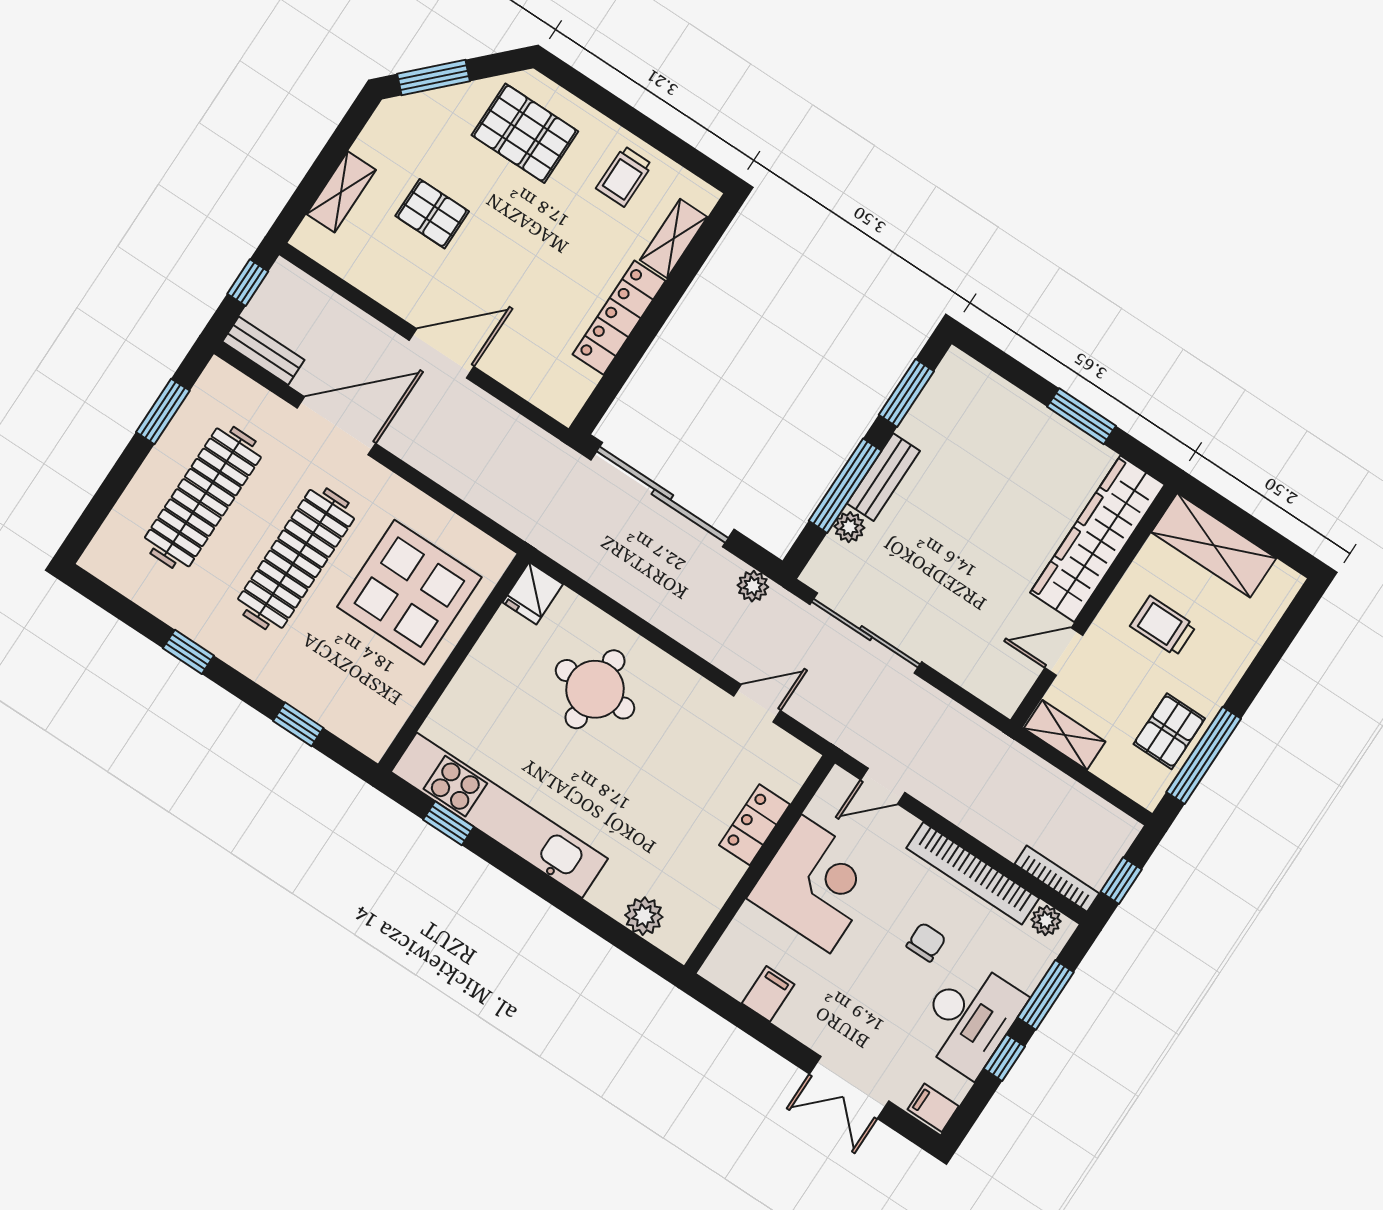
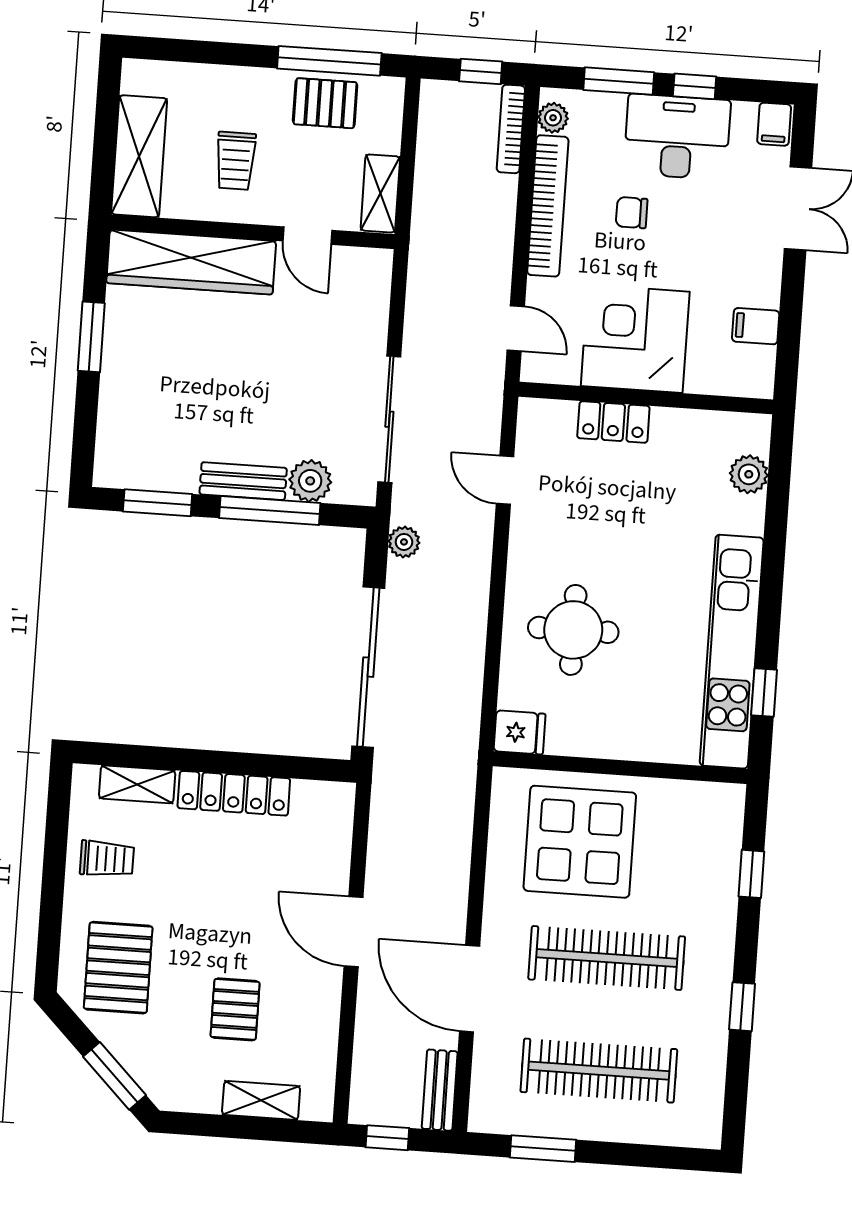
plant: (849, 527) -> (310, 481), width x1.38, depth x1.38

